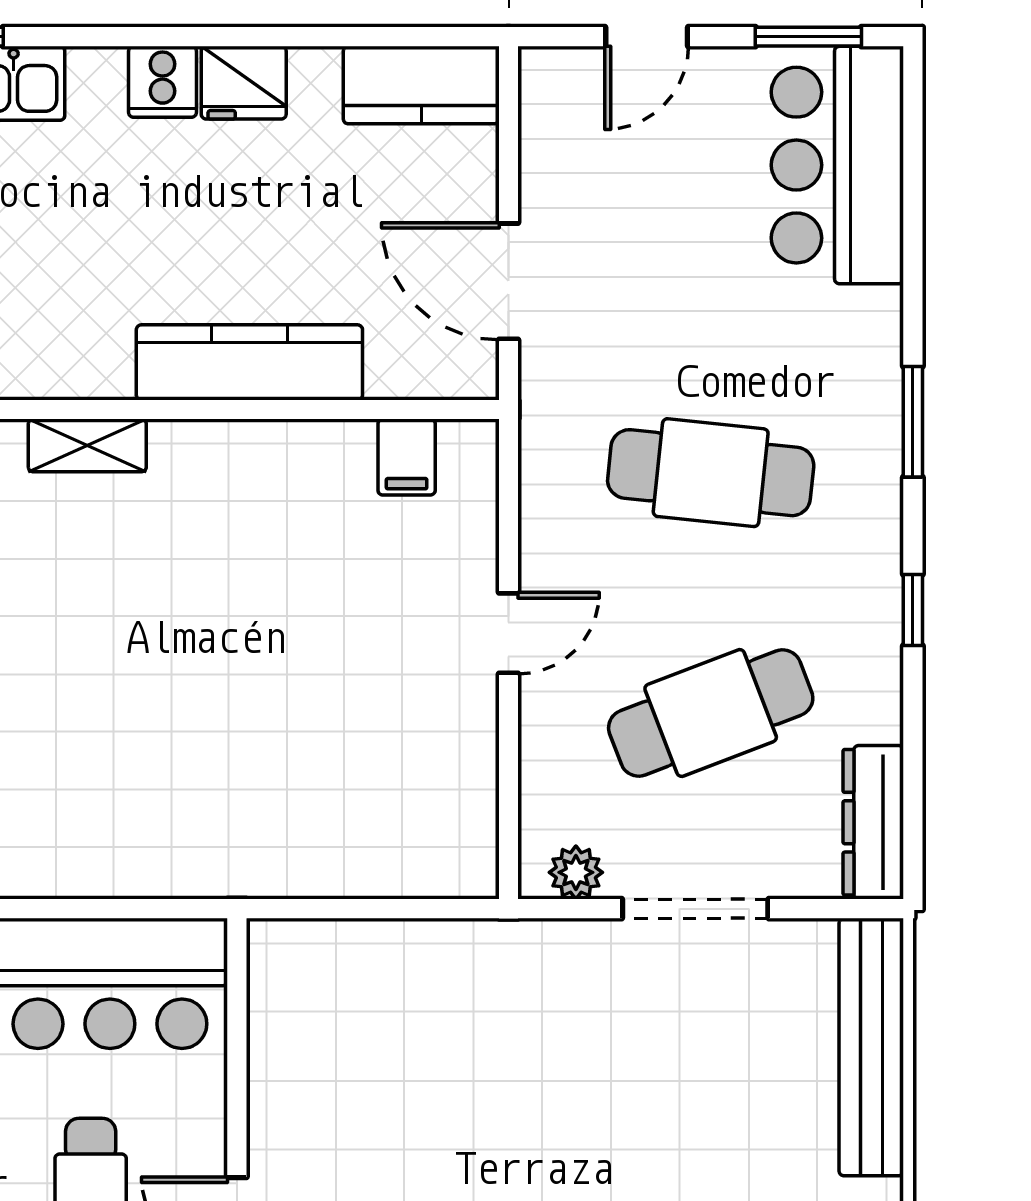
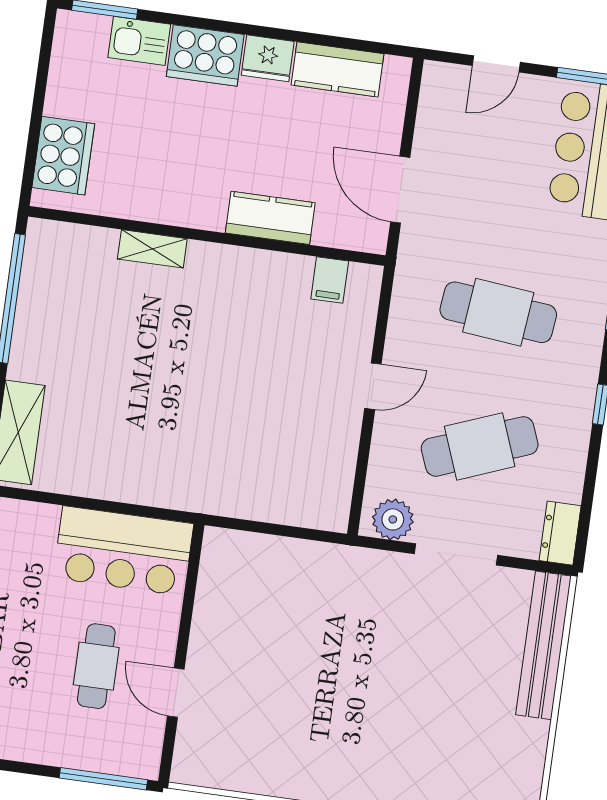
cooker: (162, 82) -> (205, 55), width x1.87, depth x1.31
kitchen counter: (421, 85) -> (337, 69), moved
kitchen counter: (249, 362) -> (270, 218), width x0.67
dresser: (873, 822) -> (560, 533), width x0.70
plant: (576, 872) -> (393, 519), width x1.38, depth x1.38

